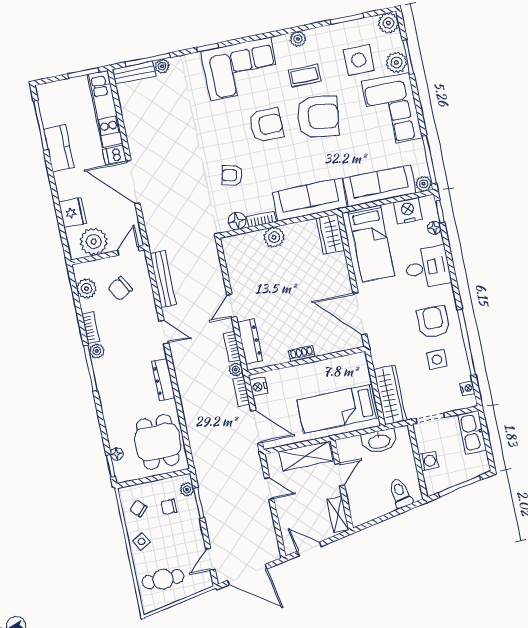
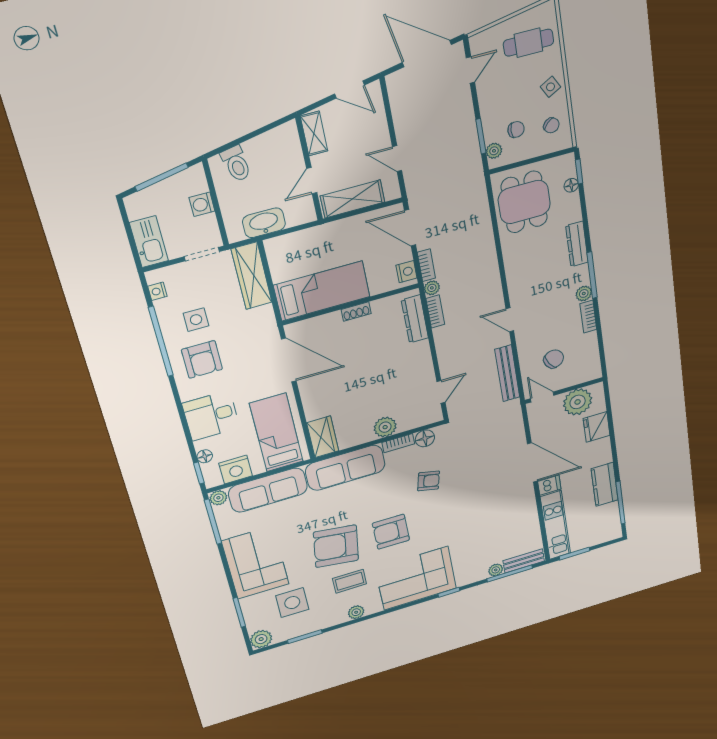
plant: (396, 63) -> (252, 606), removed
door: (128, 251) -> (542, 397), swing flipped
plant: (87, 288) -> (589, 356), removed
door: (232, 306) -> (441, 392), moved
dresser: (163, 380) -> (577, 244), moved, turned 180
bed: (338, 409) -> (322, 291), moved

